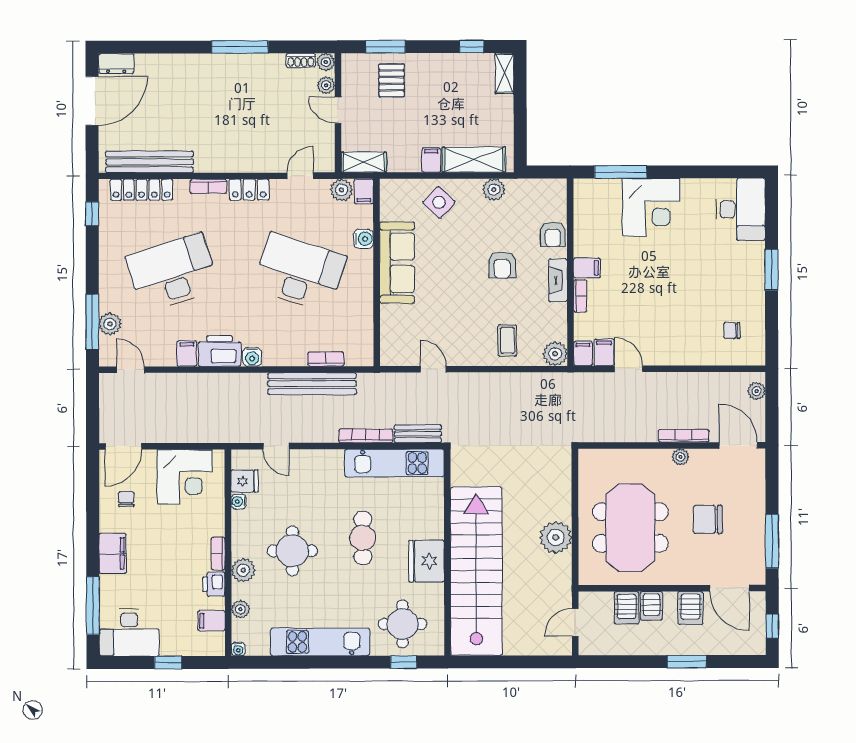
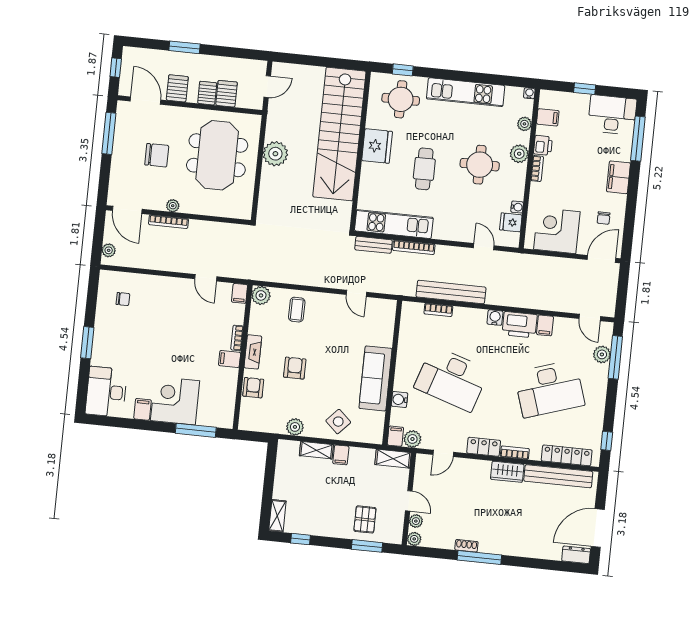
shoe rack: (301, 60) -> (466, 546), moved
shelving: (474, 160) -> (316, 450), width x0.67, depth x0.75
wardrobe: (216, 161) -> (507, 472), added
filing cabinet: (604, 352) -> (142, 409), moved, turned 180

